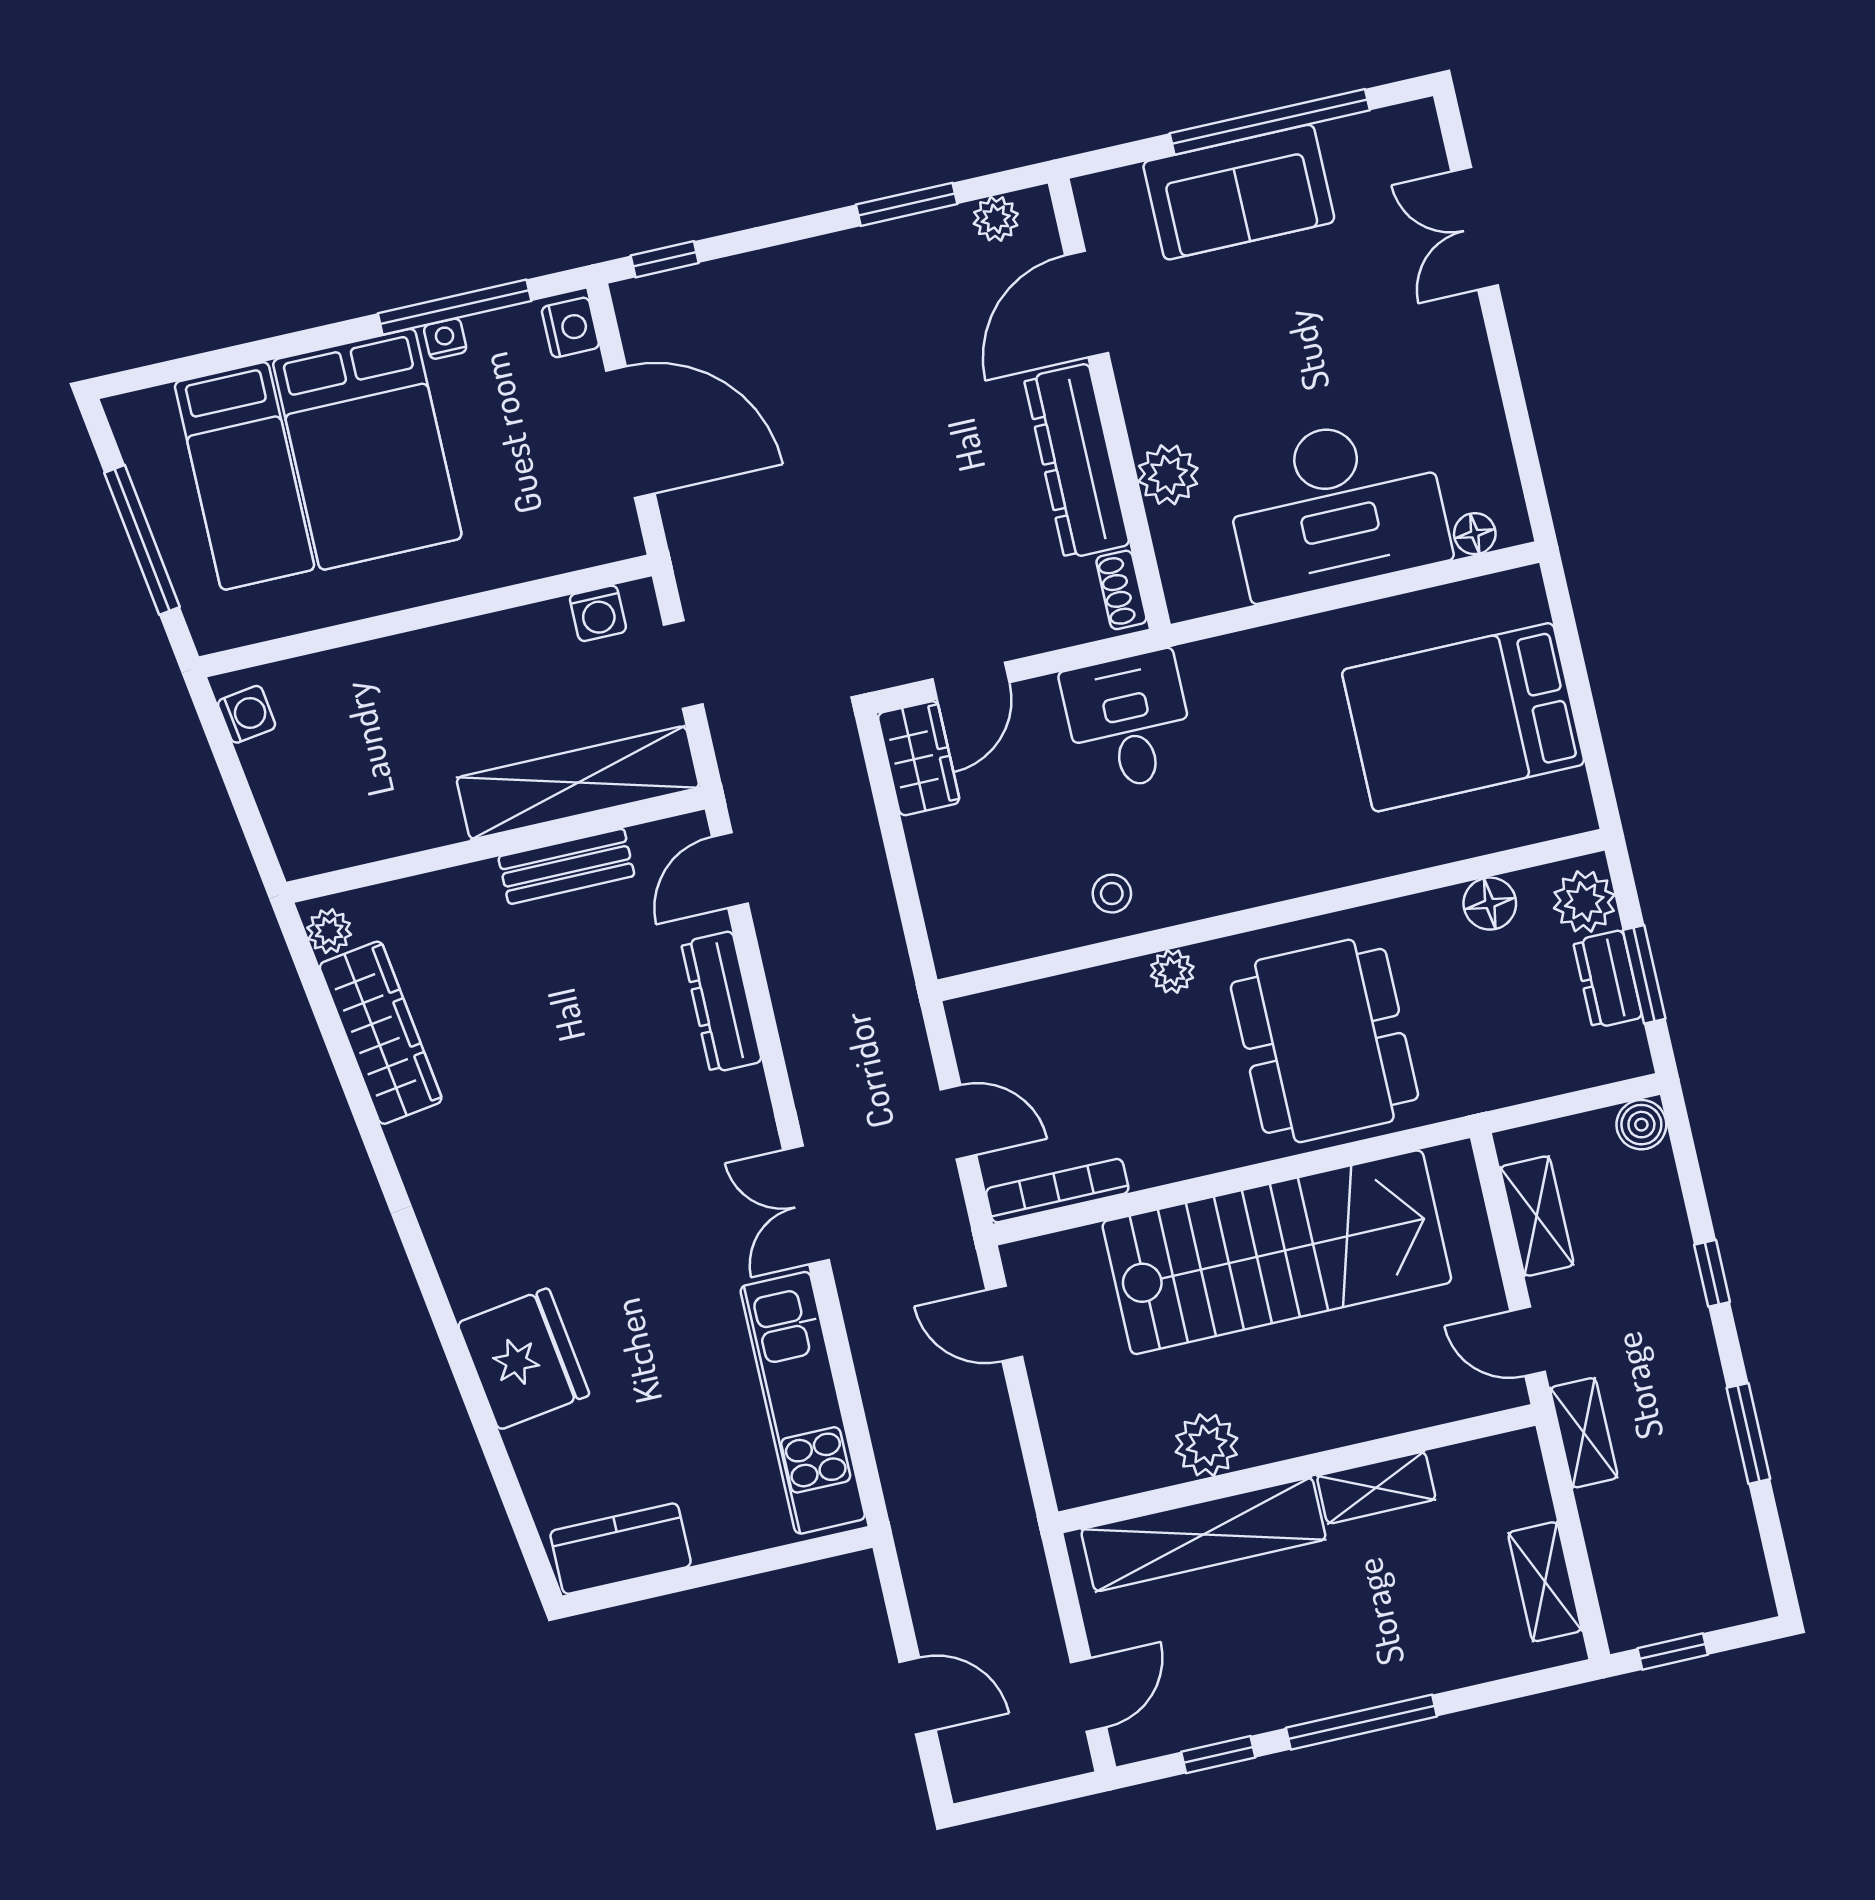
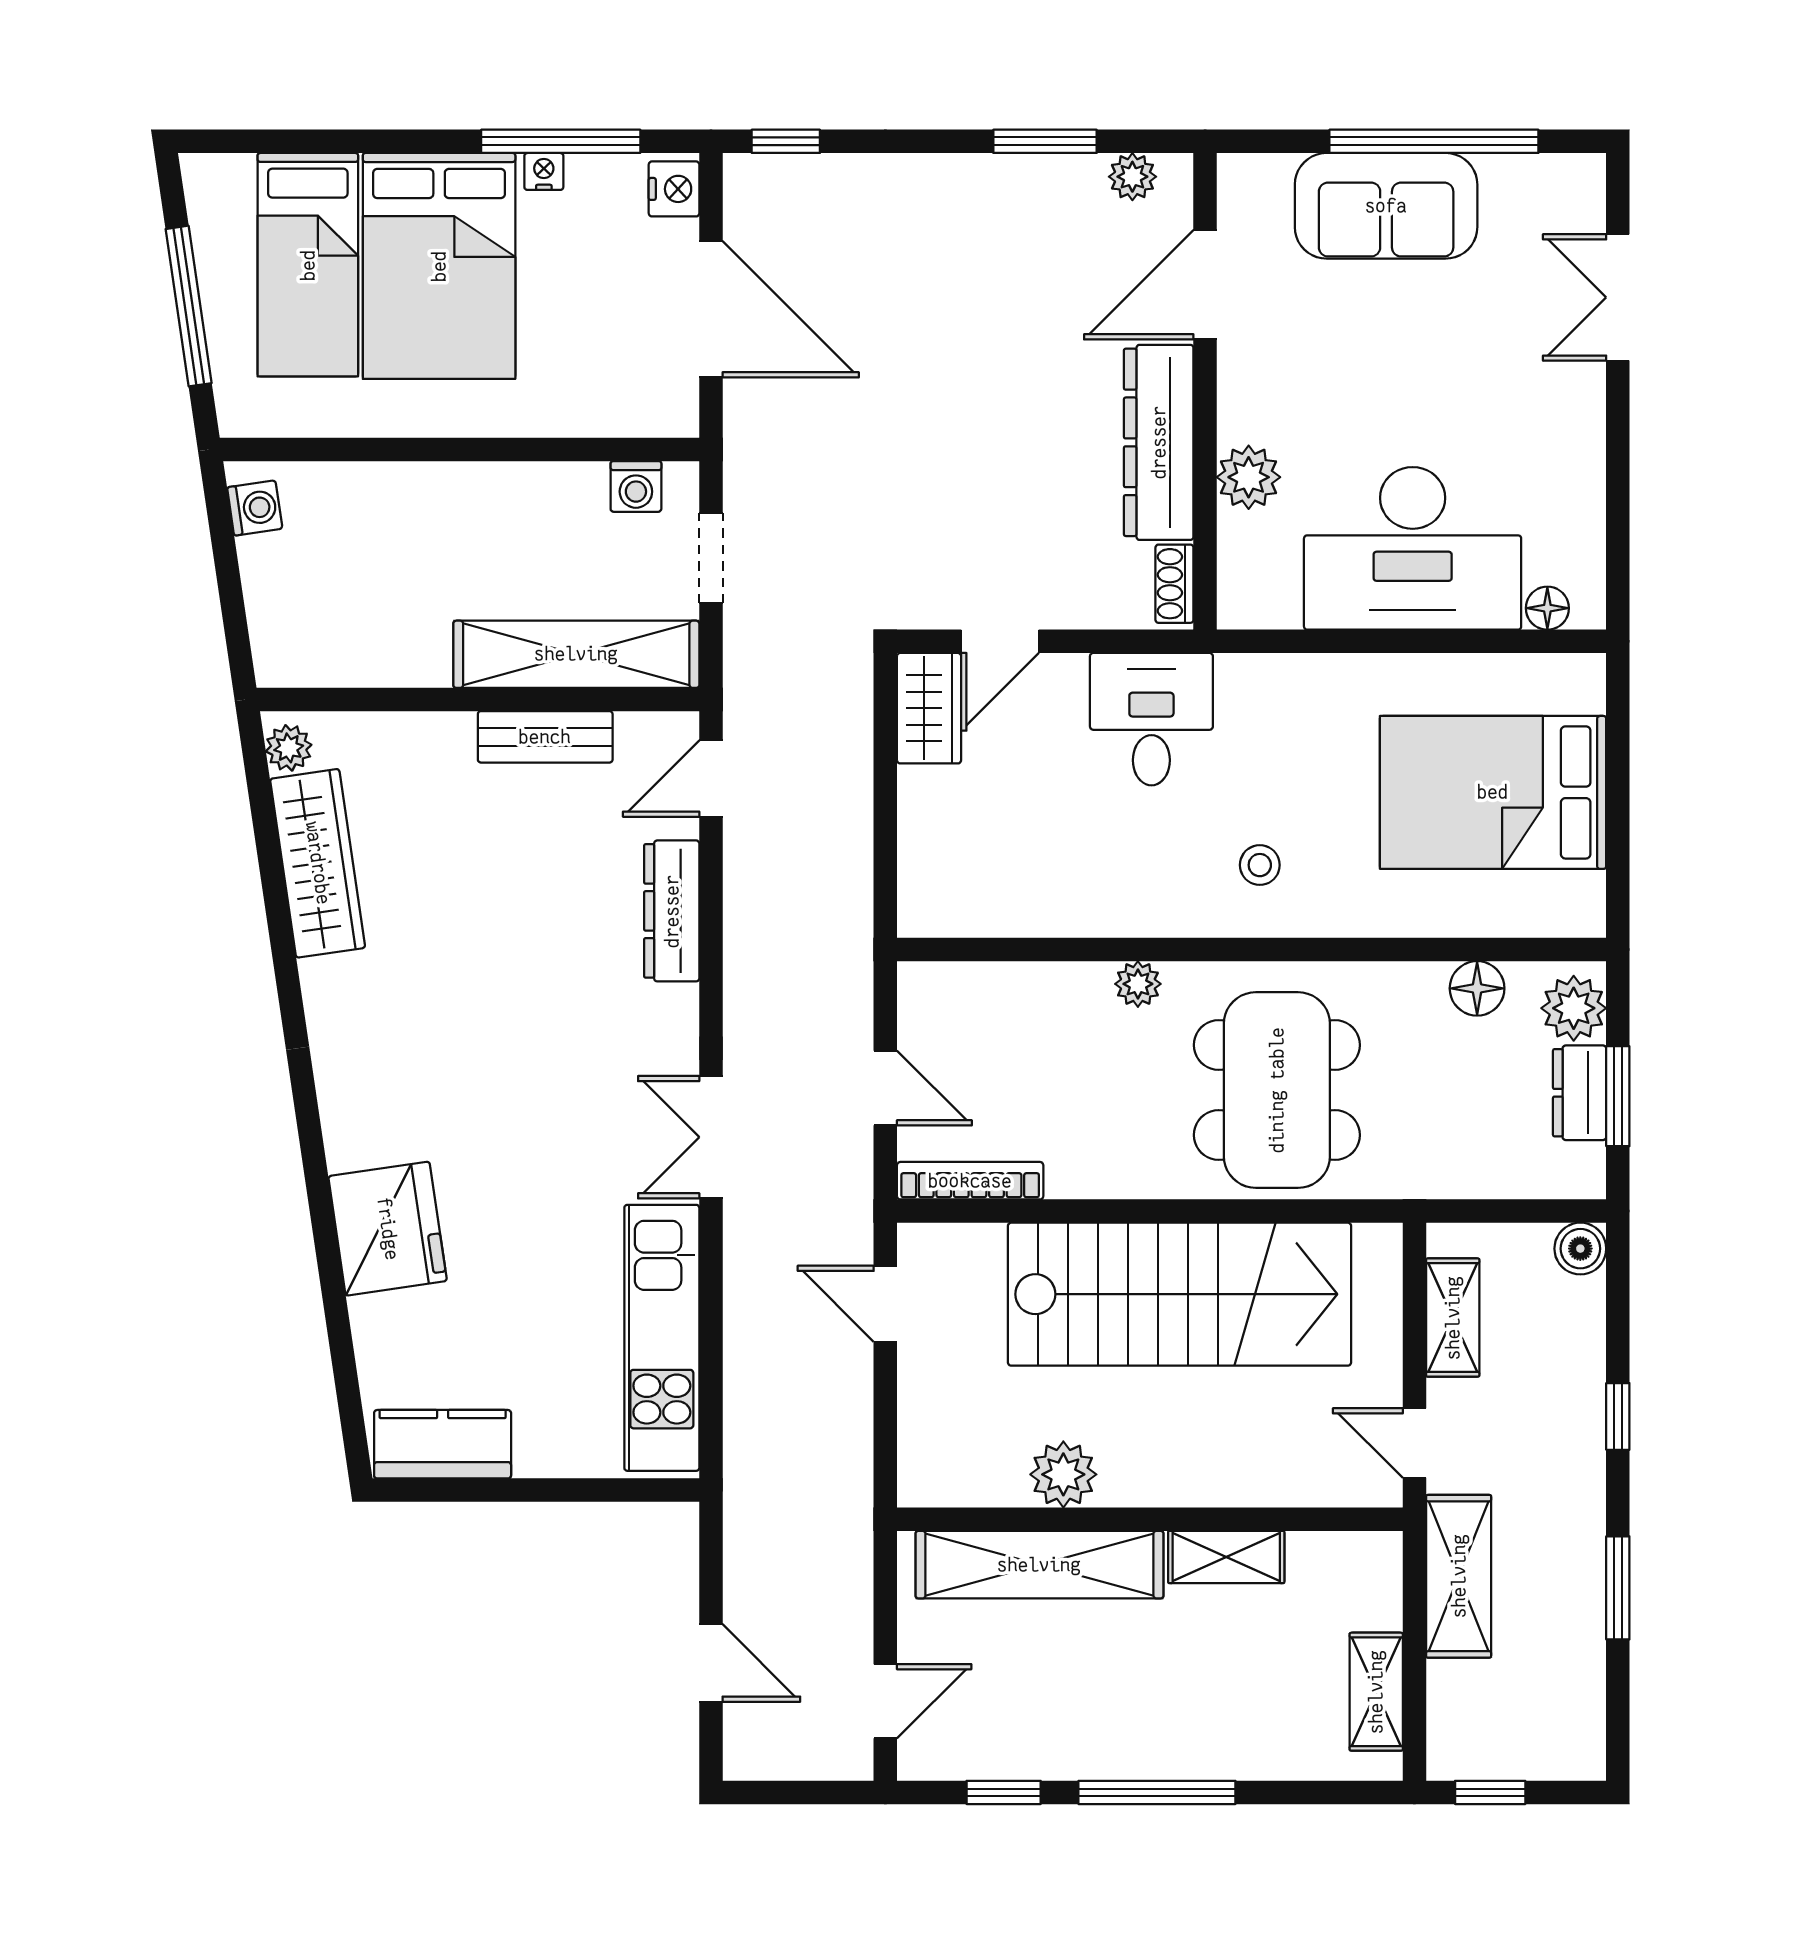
stool: (1112, 894) -> (1260, 865), moved
shelving: (1584, 1433) -> (1459, 1576), width x1.50, depth x1.33

